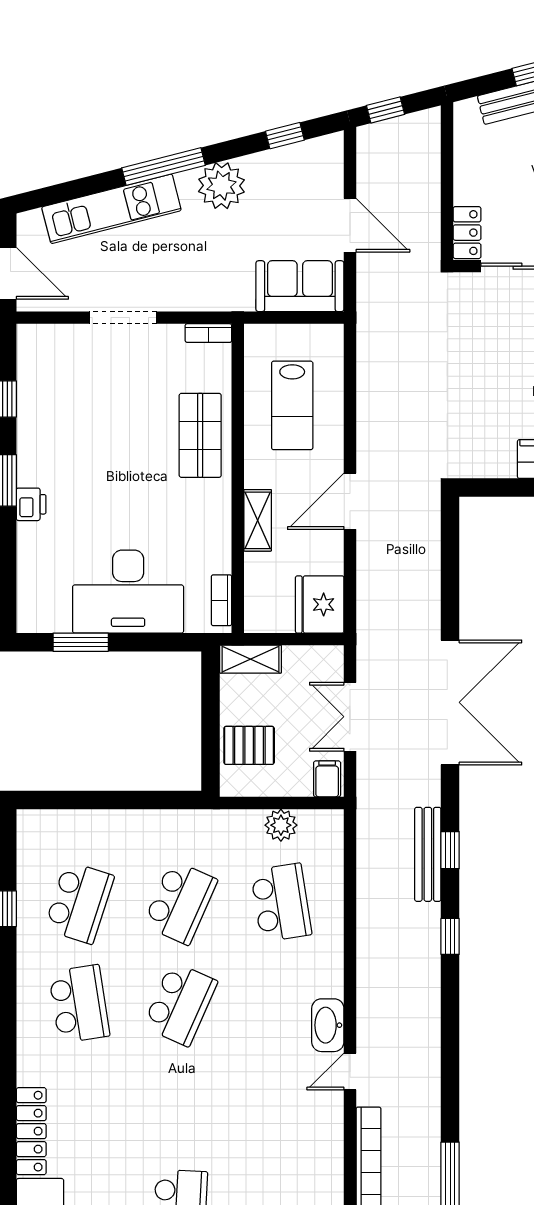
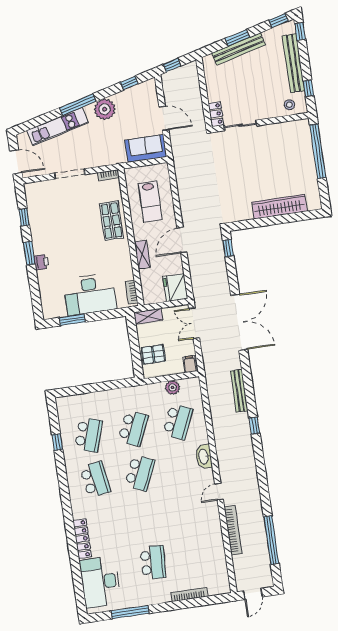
double door: (350, 717) -> (194, 323), moved
window: (450, 850) -> (228, 248), moved
school desk: (281, 903) -> (178, 422), turned 33
washbasin: (328, 1025) -> (204, 457), moved

